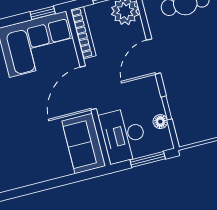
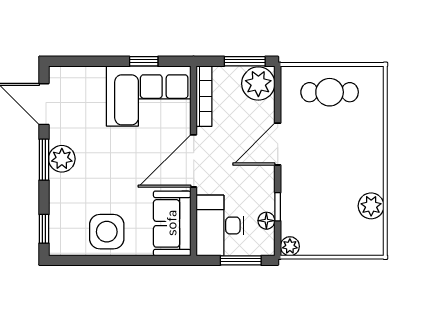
window: (43, 13) -> (144, 61), moved
plant: (185, 138) -> (290, 246), added
side table: (32, 164) -> (107, 232), added

